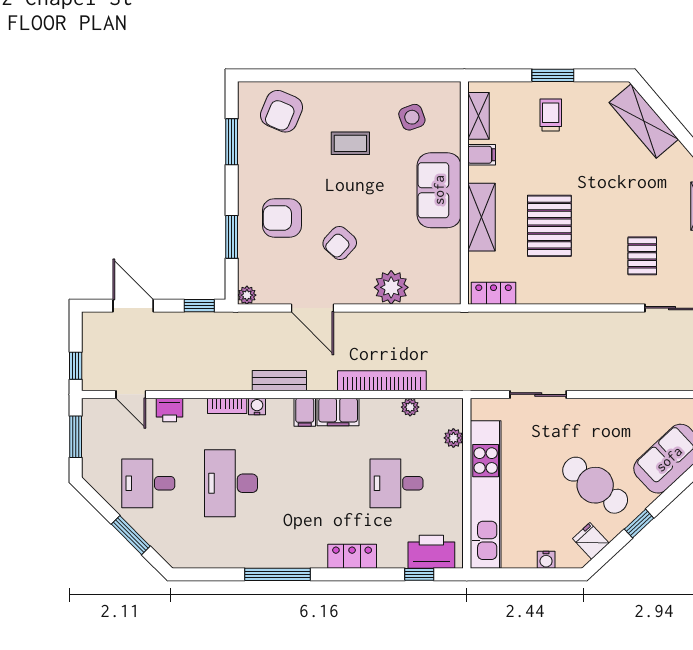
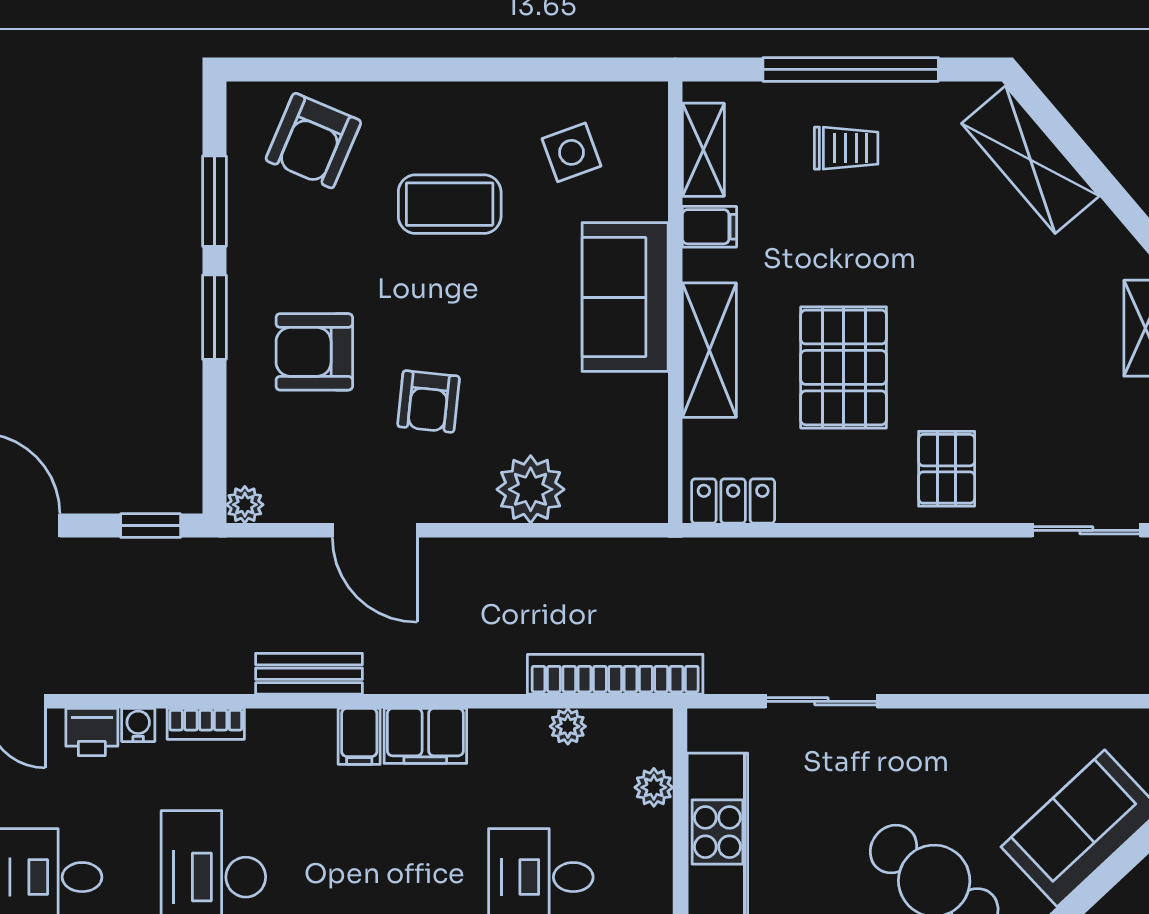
window: (553, 75) -> (851, 69), width x2.11
trolley: (551, 115) -> (846, 148), turned 90
coffee table: (350, 143) -> (450, 204), width x1.36, depth x1.30
window: (232, 237) -> (214, 317), moved
armchair: (340, 243) -> (429, 401), turned -36
pallet: (642, 256) -> (947, 469), moved
bookcase: (382, 381) -> (615, 674), moved
water cooler: (257, 406) -> (138, 725), moved

